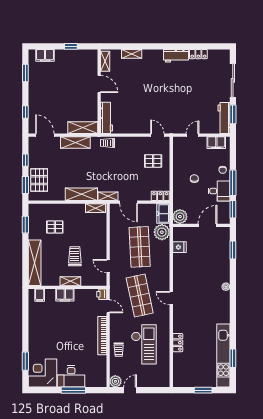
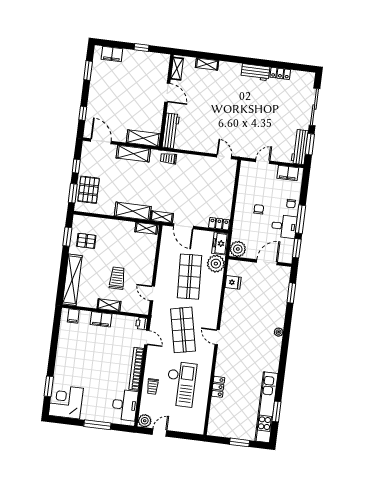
pallet: (153, 161) -> (216, 184), removed
pallet: (55, 227) -> (86, 241), moved
desk: (71, 376) -> (125, 405), moved, turned -90

